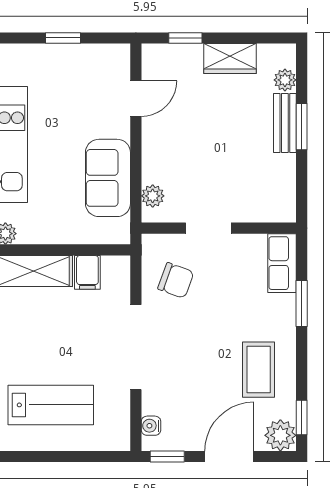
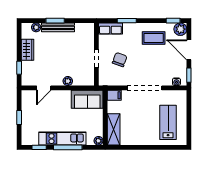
door: (136, 99) -> (44, 88), swing flipped
bench: (285, 123) -> (58, 27), width x1.36
sofa: (108, 178) -> (87, 99), moved
plant: (153, 196) -> (68, 81), moved
filing cabinet: (87, 272) -> (114, 95), moved
chair: (176, 280) -> (120, 60), moved

